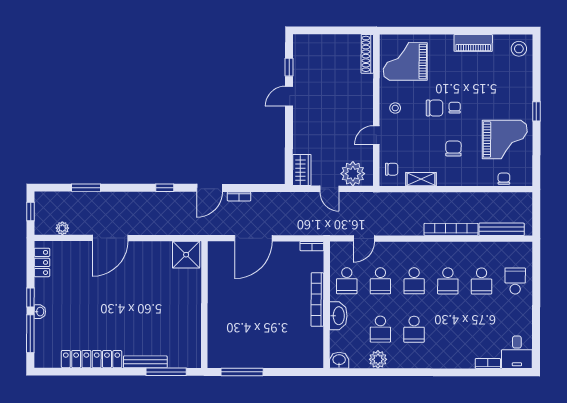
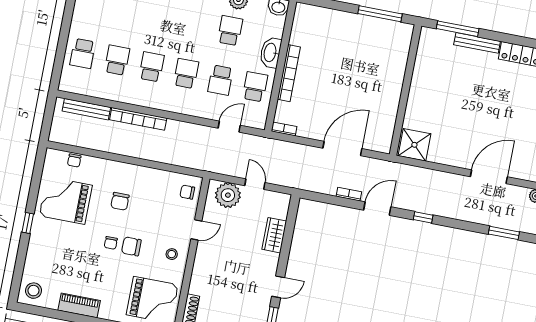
wardrobe: (302, 170) -> (274, 235), moved
shelving: (421, 179) -> (159, 176), removed
school desk: (380, 281) -> (221, 80), turned 180
school desk: (414, 329) -> (196, 24), removed

